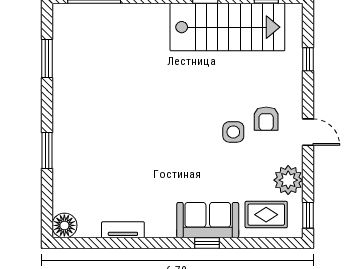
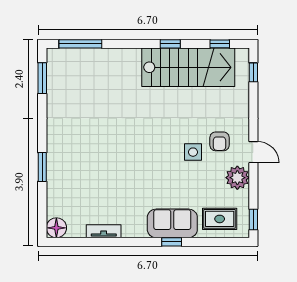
window: (47, 58) -> (42, 78), moved
window: (308, 59) -> (253, 72), moved
plant: (288, 180) -> (237, 178), moved

